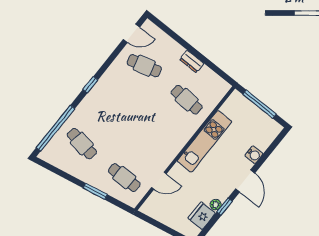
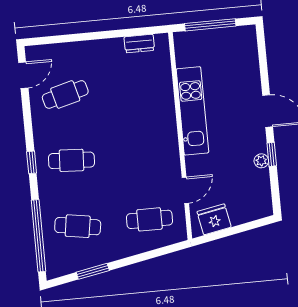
dresser: (192, 61) -> (139, 44), moved
cafe table: (187, 100) -> (71, 160), moved
water cooler: (254, 155) -> (252, 78), removed
window: (95, 191) -> (93, 271), moved
fridge: (202, 216) -> (214, 219), moved, turned 79

